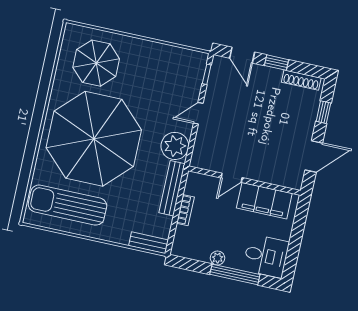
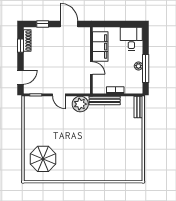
window: (276, 63) -> (20, 46), moved
parasol: (94, 139) -> (86, 151), removed
sun lounger: (67, 205) -> (127, 158), removed
window: (235, 274) -> (146, 69), moved

